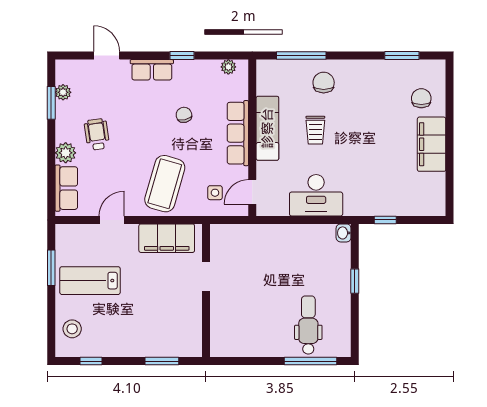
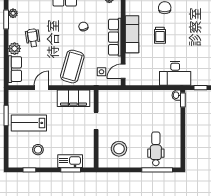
desk: (316, 195) -> (175, 73), moved
window: (355, 281) -> (183, 100), moved
stool: (245, 325) -> (119, 149), added
stool: (72, 329) -> (38, 150), moved
kitchen sink: (161, 346) -> (70, 161), added

